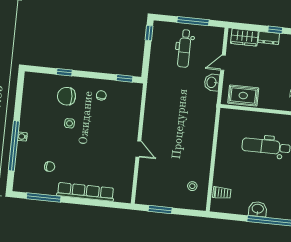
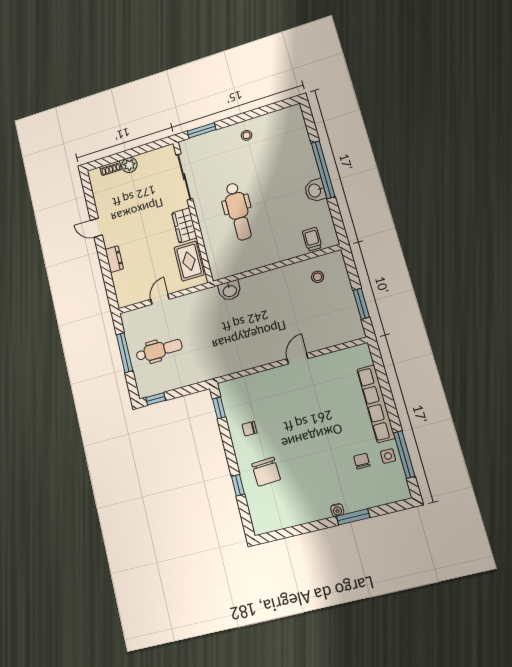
window: (275, 30) -> (103, 256), removed
wardrobe: (244, 37) -> (184, 225), moved, turned 180
door: (223, 63) -> (160, 299), swing flipped
washbasin: (212, 82) -> (230, 291), moved
side table: (69, 123) -> (388, 456), moved
window: (14, 146) -> (353, 517), width x0.47

